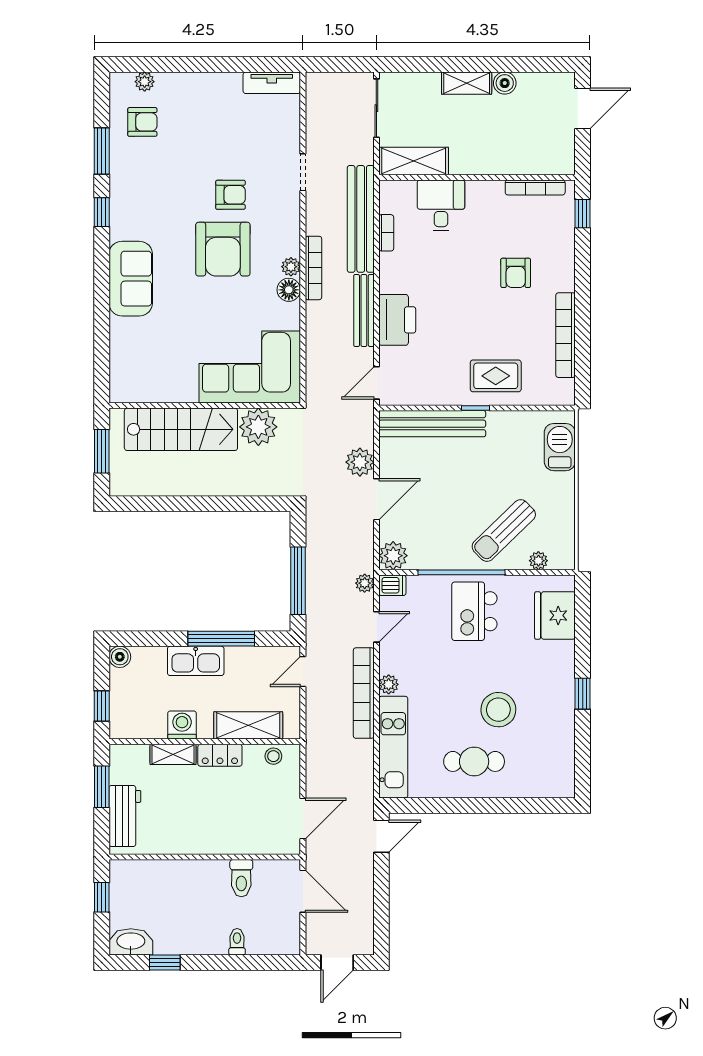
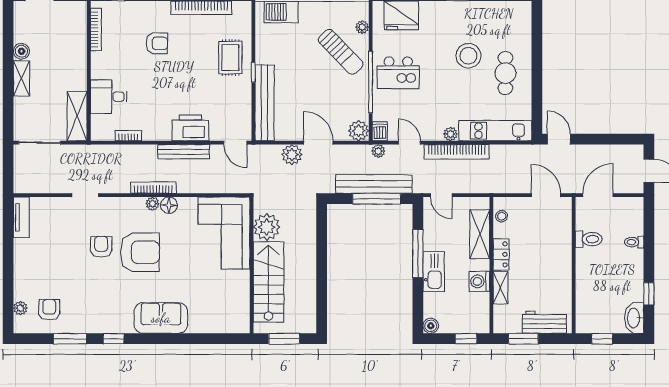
bench: (361, 219) -> (374, 184), moved

